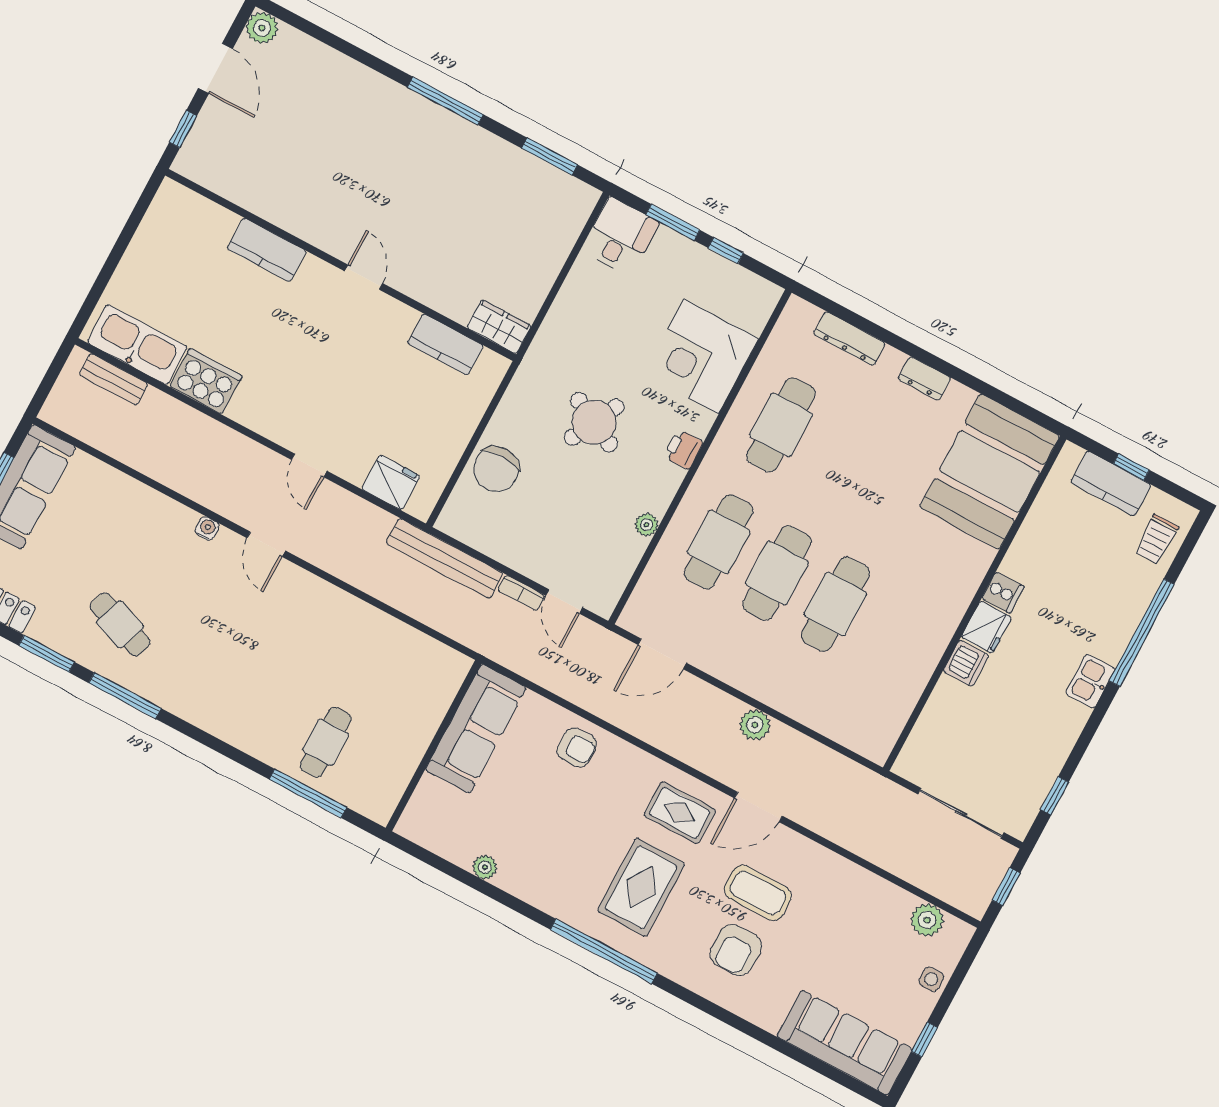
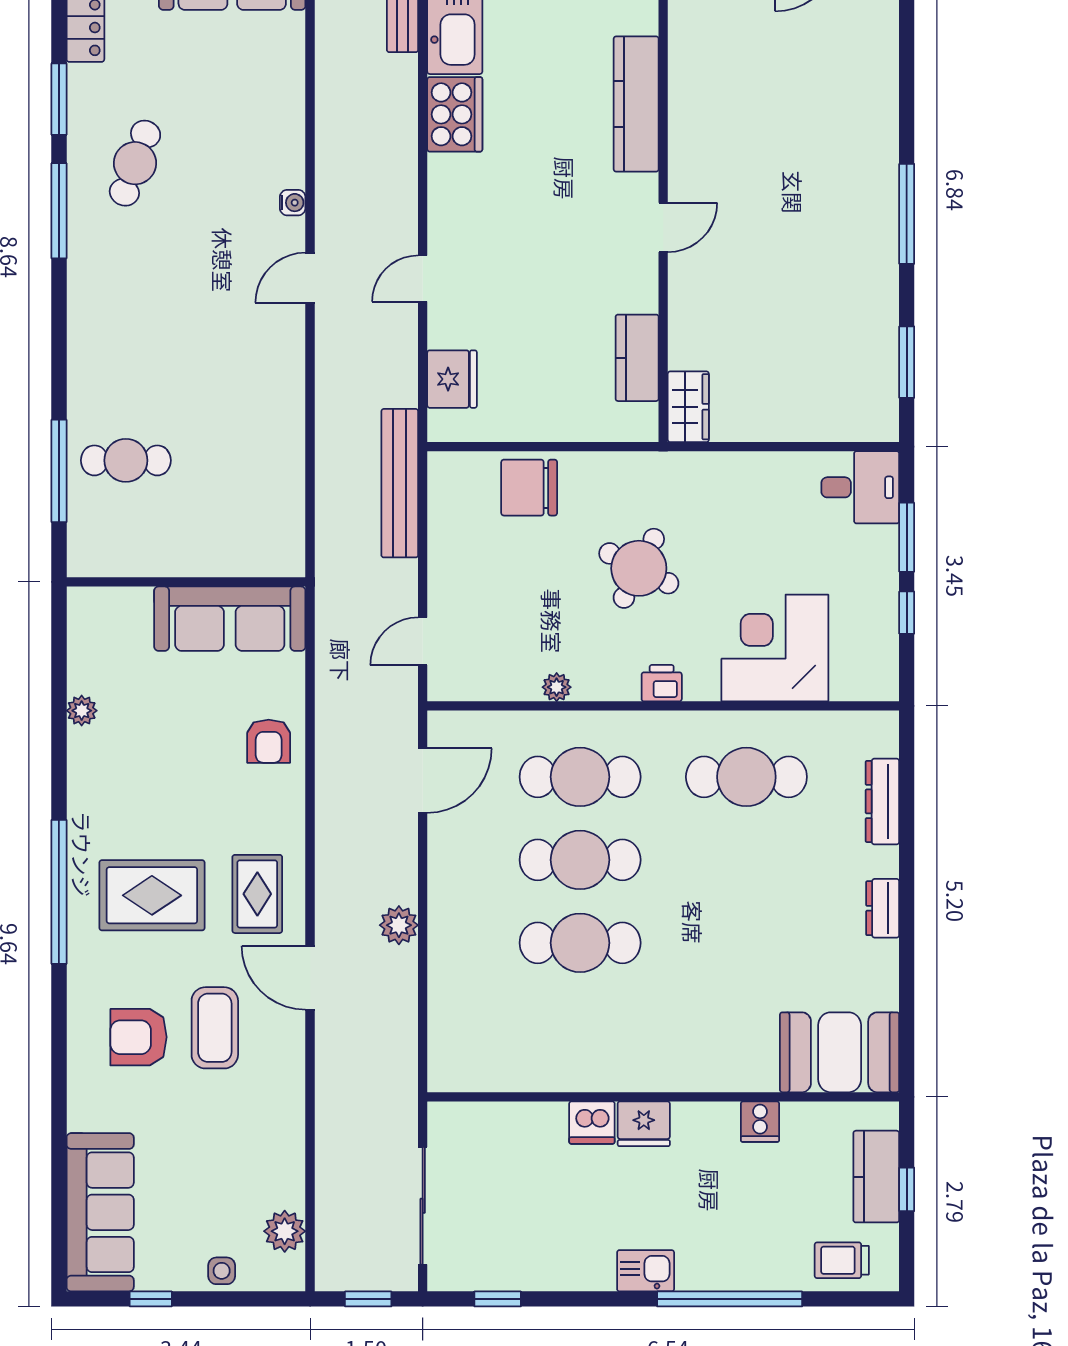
kitchen counter: (267, 250) -> (636, 104), width x1.50
booth: (990, 472) -> (840, 1052), width x0.73, depth x0.70
cooker: (1003, 592) -> (760, 1122), moved
bookcase: (521, 593) -> (407, 589), removed
door: (662, 654) -> (423, 781), swing flipped

